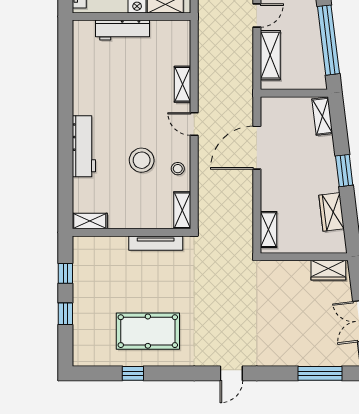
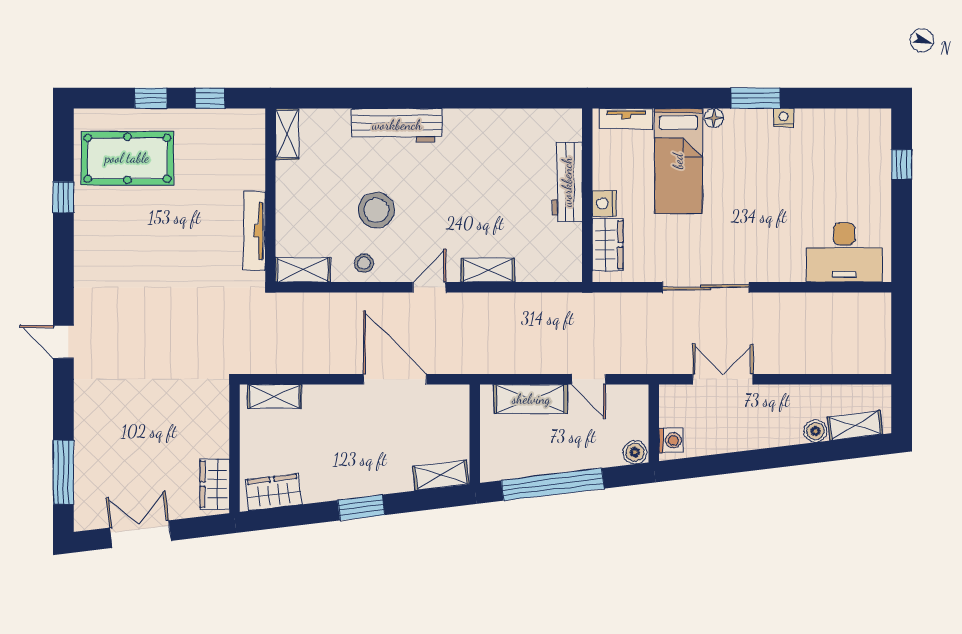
wardrobe: (332, 212) -> (274, 492), moved
pool table: (148, 331) -> (127, 158), moved, turned 90

